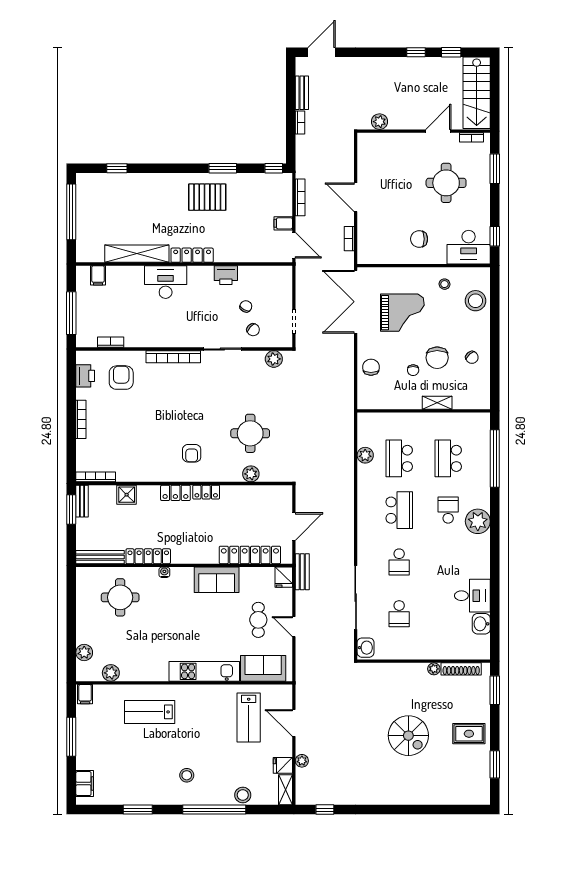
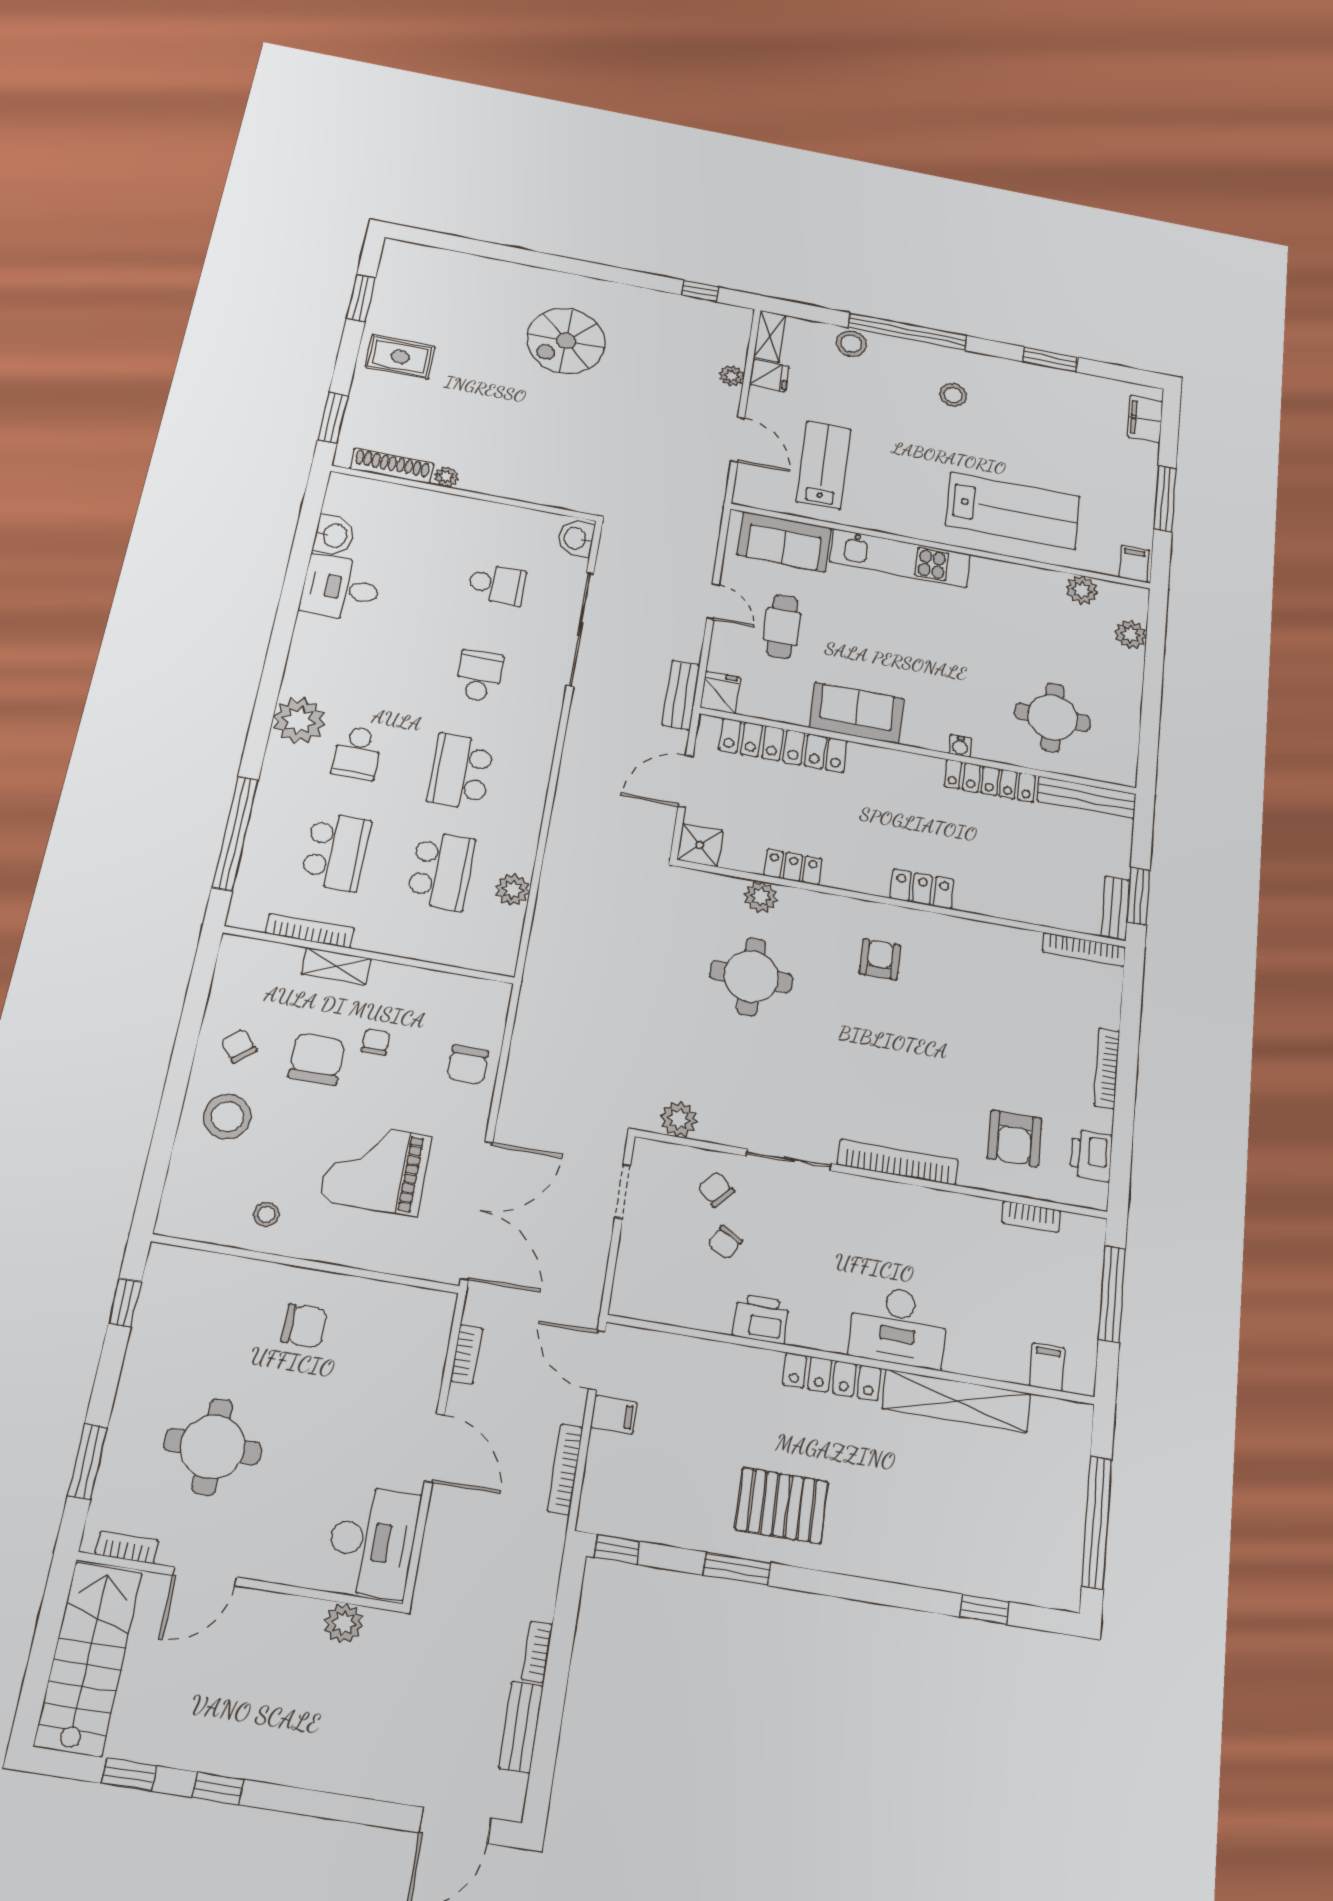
desk: (469, 247) -> (372, 1541), moved, turned 90
stool: (476, 301) -> (227, 1117), moved
bookcase: (452, 417) -> (310, 931), added
locker: (206, 492) -> (793, 867), moved
shower: (127, 495) -> (700, 845), moved
school desk: (399, 614) -> (497, 584), turned 90
lab bench: (150, 712) -> (1013, 511), width x1.36, depth x1.39
spiral stairs: (408, 736) -> (566, 341), moved, turned -90

